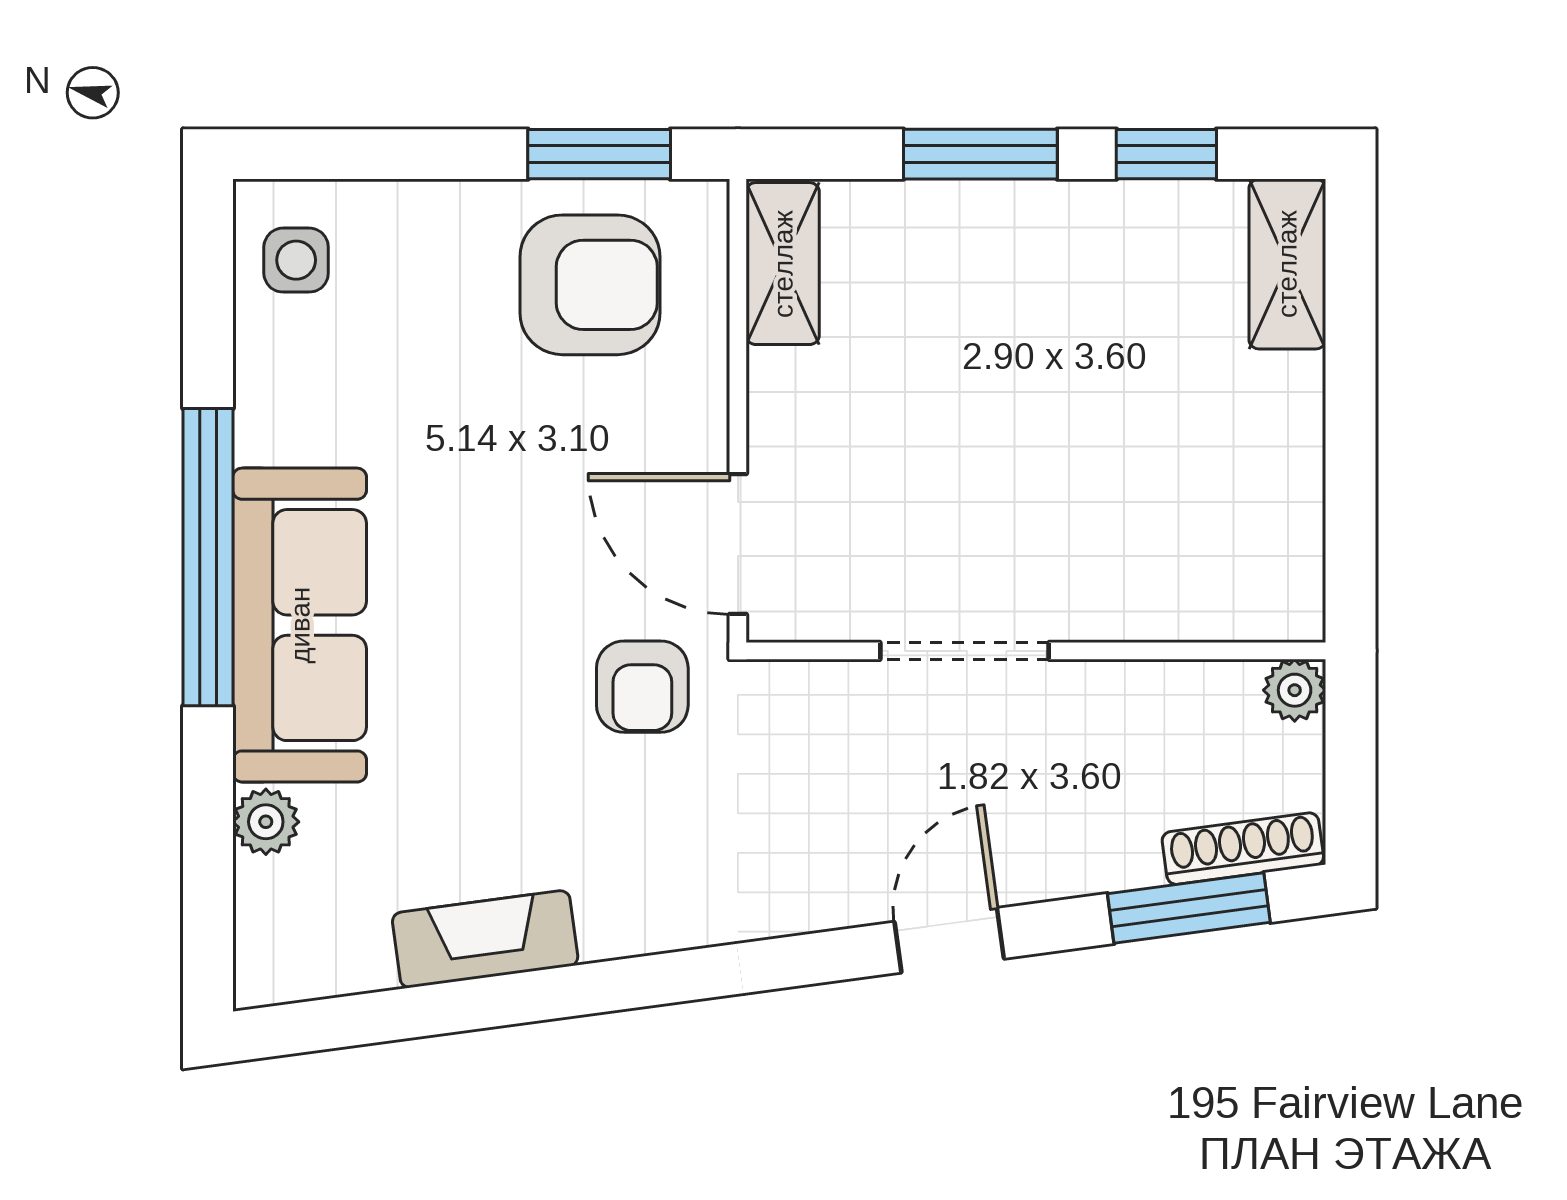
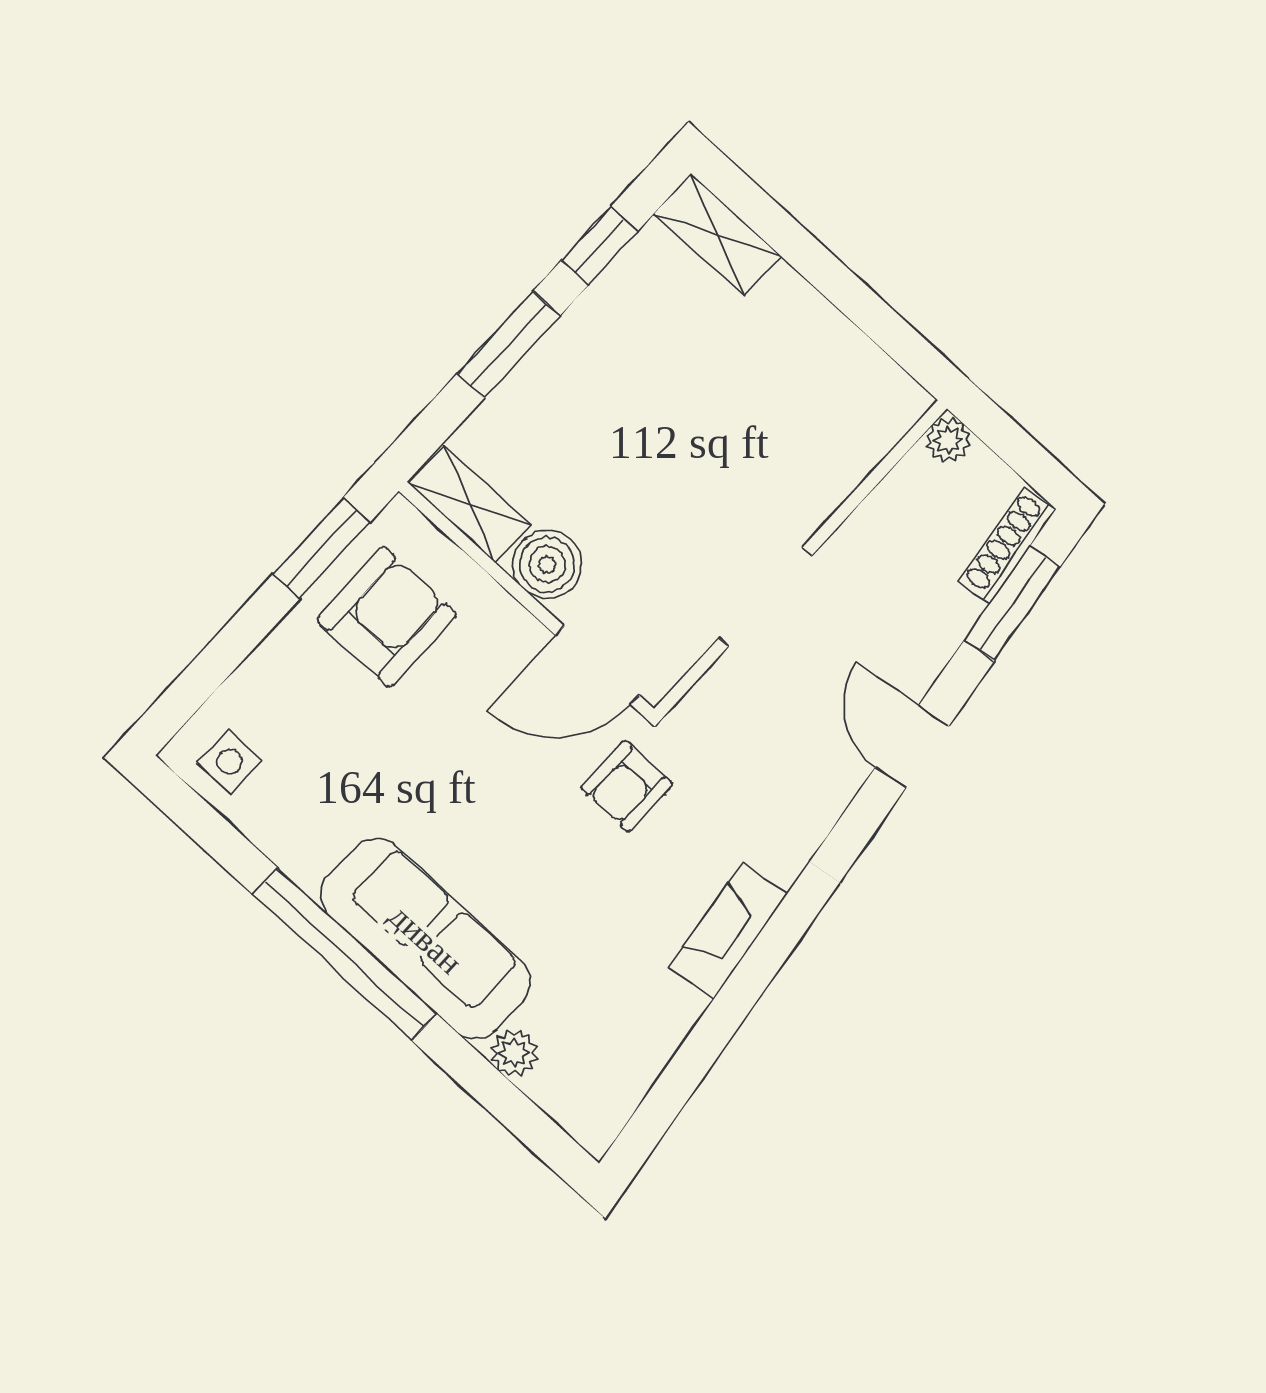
boiler: (794, 399) -> (547, 564), added
armchair: (642, 687) -> (627, 786), turned 90
fireplace: (485, 939) -> (728, 931), moved

